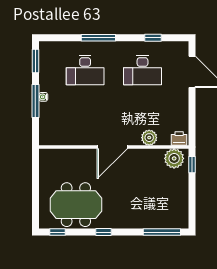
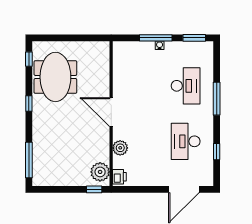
desk: (85, 70) -> (186, 86), turned 180

